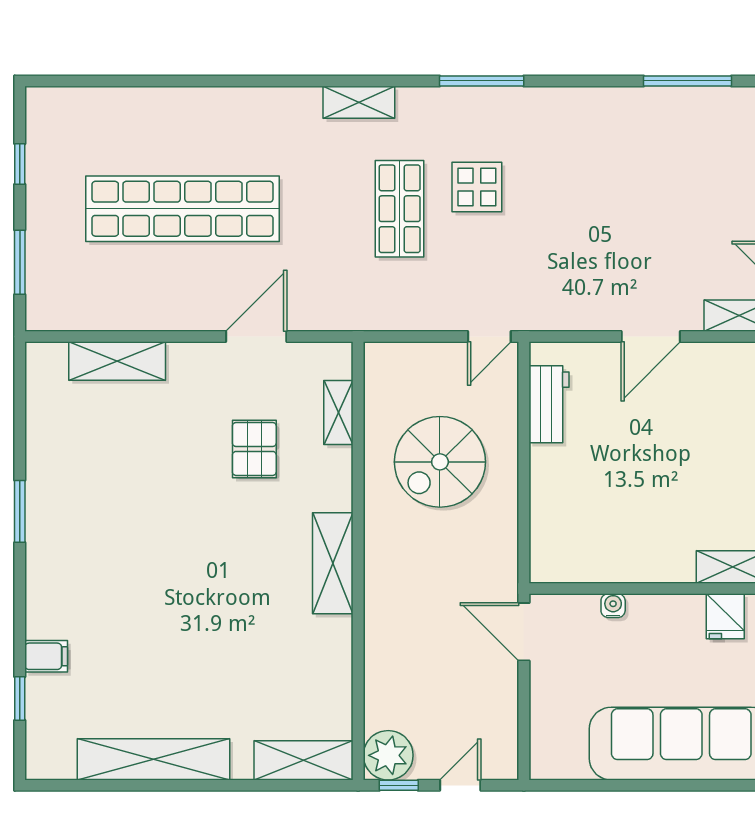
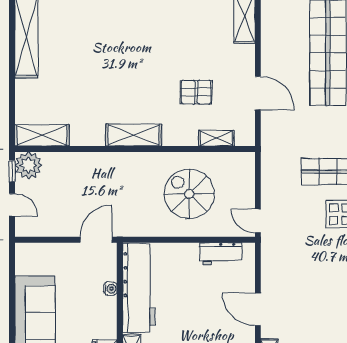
workbench: (612, 554) -> (139, 288), added
shelving: (304, 760) -> (42, 135), moved, turned 90

